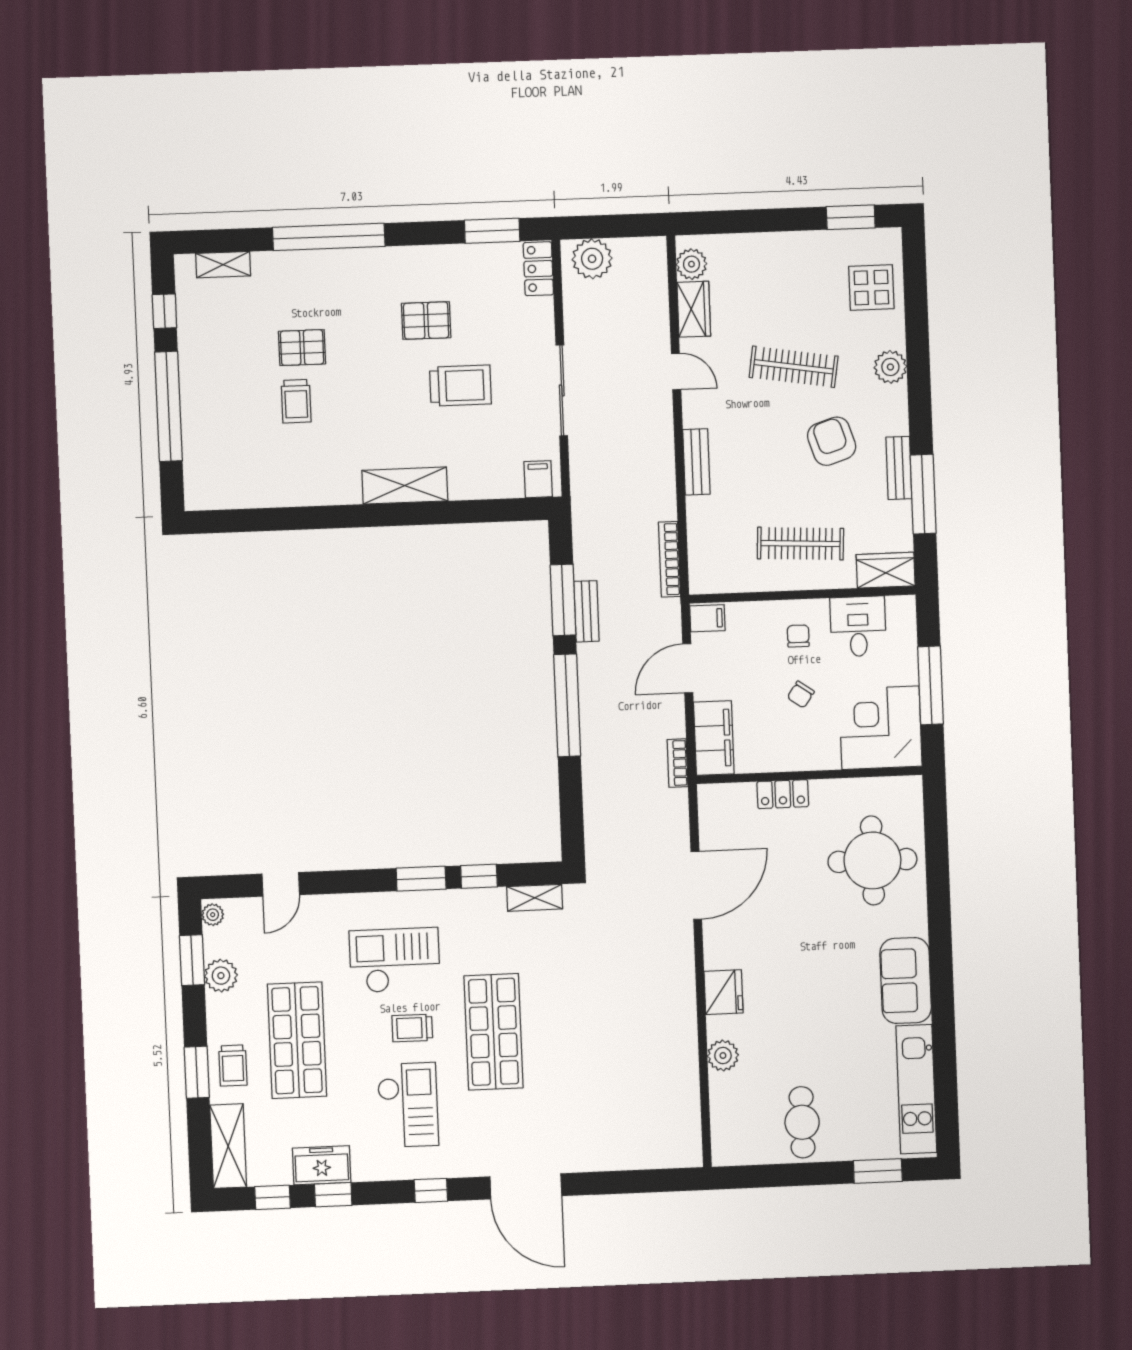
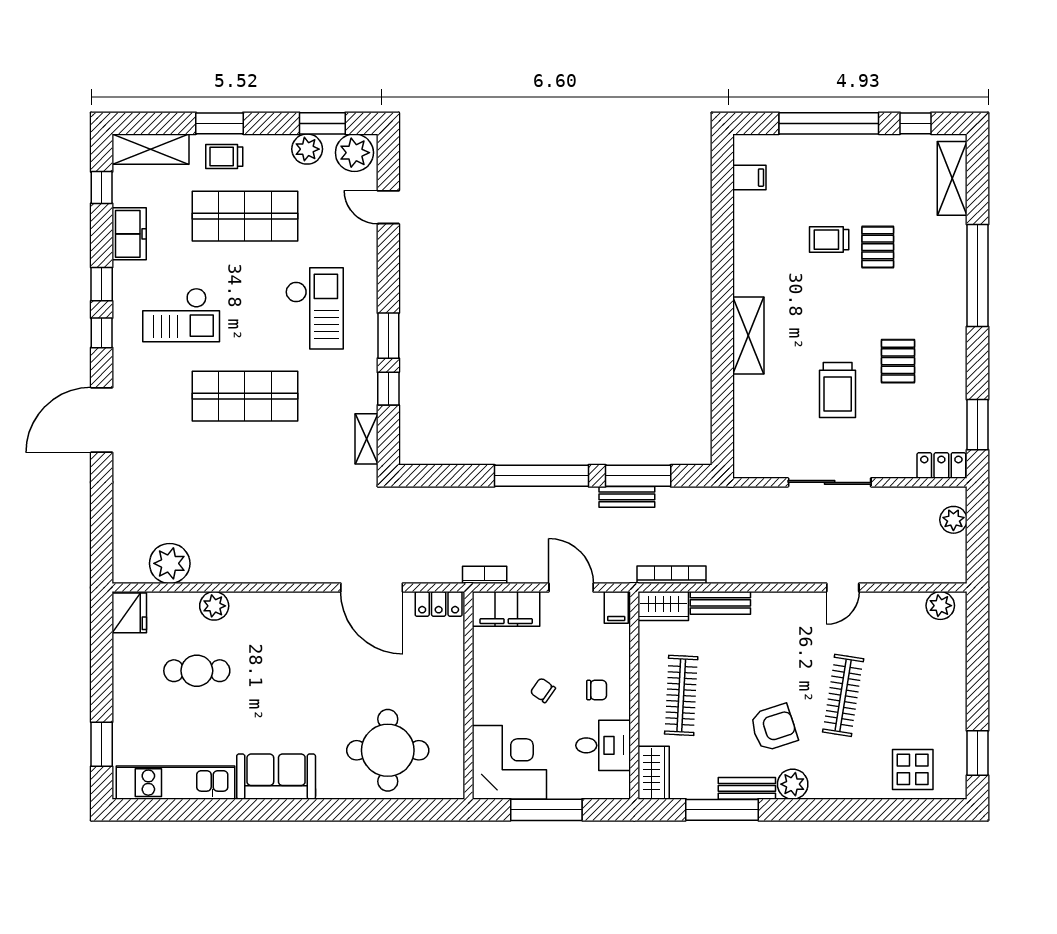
plant: (592, 259) -> (953, 520), width x0.73, depth x0.73
shelving: (223, 265) -> (952, 178), width x1.50, depth x1.33
wardrobe: (694, 309) -> (663, 606), moved
plant: (890, 367) -> (793, 784), moved
bench: (696, 462) -> (720, 603), moved
filing cabinet: (538, 479) -> (749, 178), moved
locker: (783, 794) -> (439, 604), moved, turned -90
plant: (213, 915) -> (354, 153), width x1.87, depth x1.87
fridge: (724, 992) -> (129, 613), moved, turned -90
trolley: (412, 1028) -> (252, 322), removed
plant: (679, 1106) -> (170, 563), added
cafe table: (802, 1122) -> (197, 671), moved
window: (333, 1195) -> (102, 284), moved

